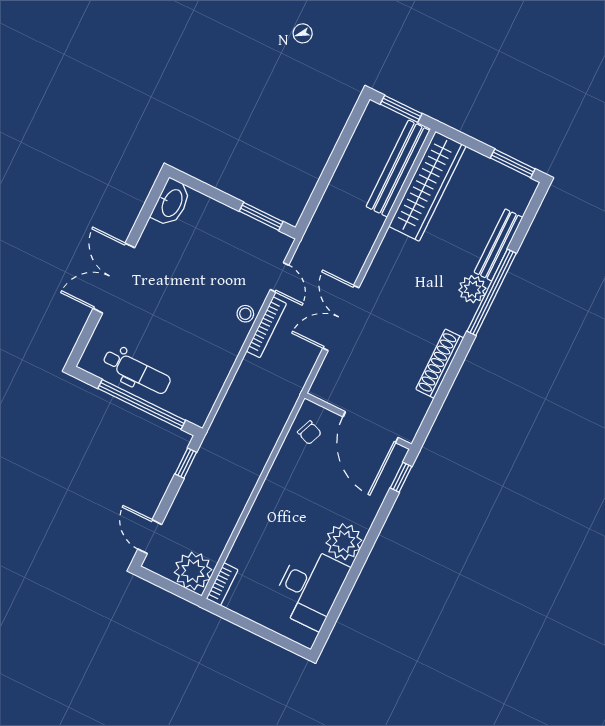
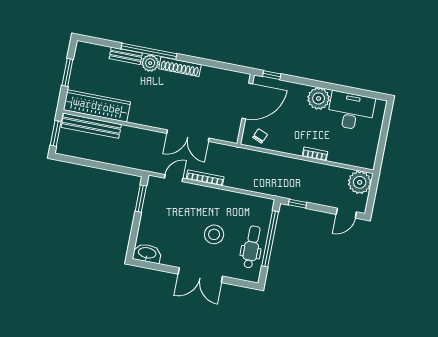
window: (513, 163) -> (67, 72), moved
bench: (498, 245) -> (126, 56), width x0.73
stool: (245, 314) -> (214, 234), moved, width x1.89, depth x1.89
shoe rack: (440, 364) -> (180, 67), moved
bookcase: (222, 584) -> (315, 154), moved

